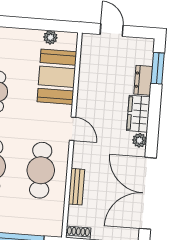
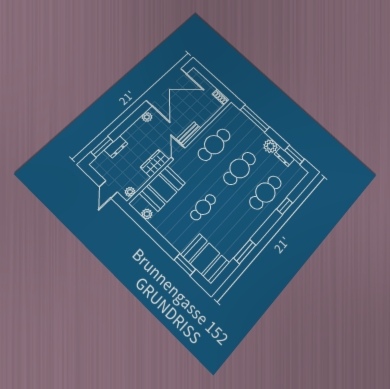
plant: (87, 46) -> (130, 192), added
wardrobe: (138, 114) -> (155, 163), moved, turned 180
bench: (77, 187) -> (189, 134), moved

